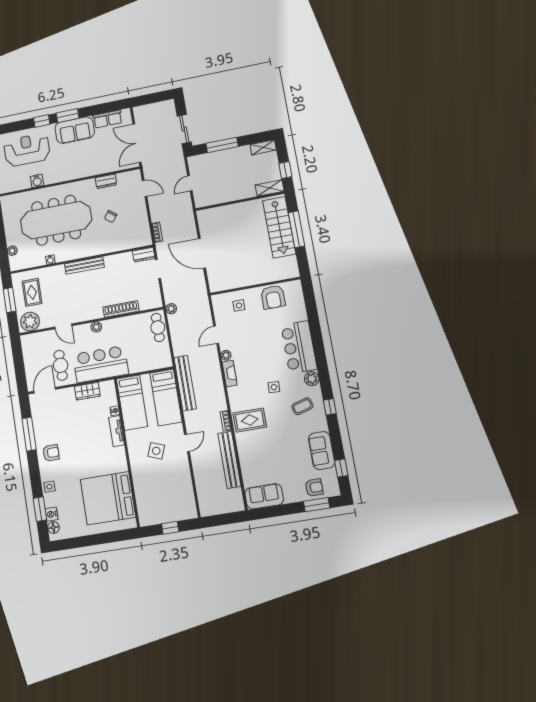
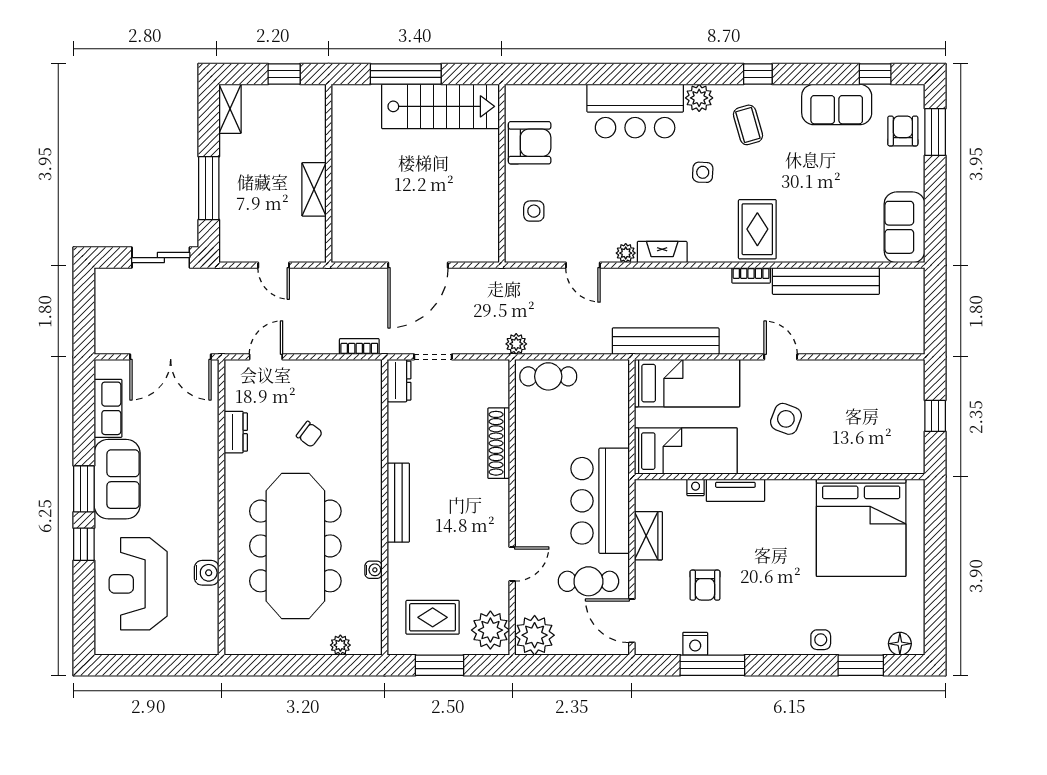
shelving: (270, 188) -> (314, 189), moved
stairs: (279, 227) -> (440, 106), moved
plant: (96, 327) -> (535, 635), moved, width x1.88, depth x1.88
armchair: (51, 453) -> (705, 585), moved, turned 180
nightstand: (52, 514) -> (695, 644), moved

